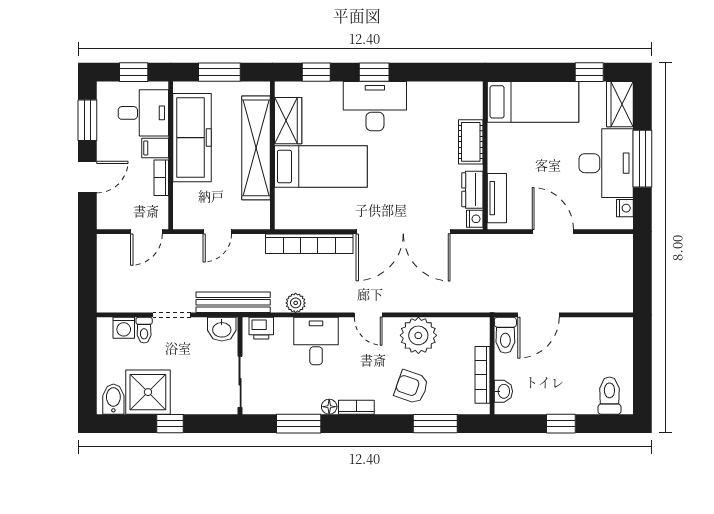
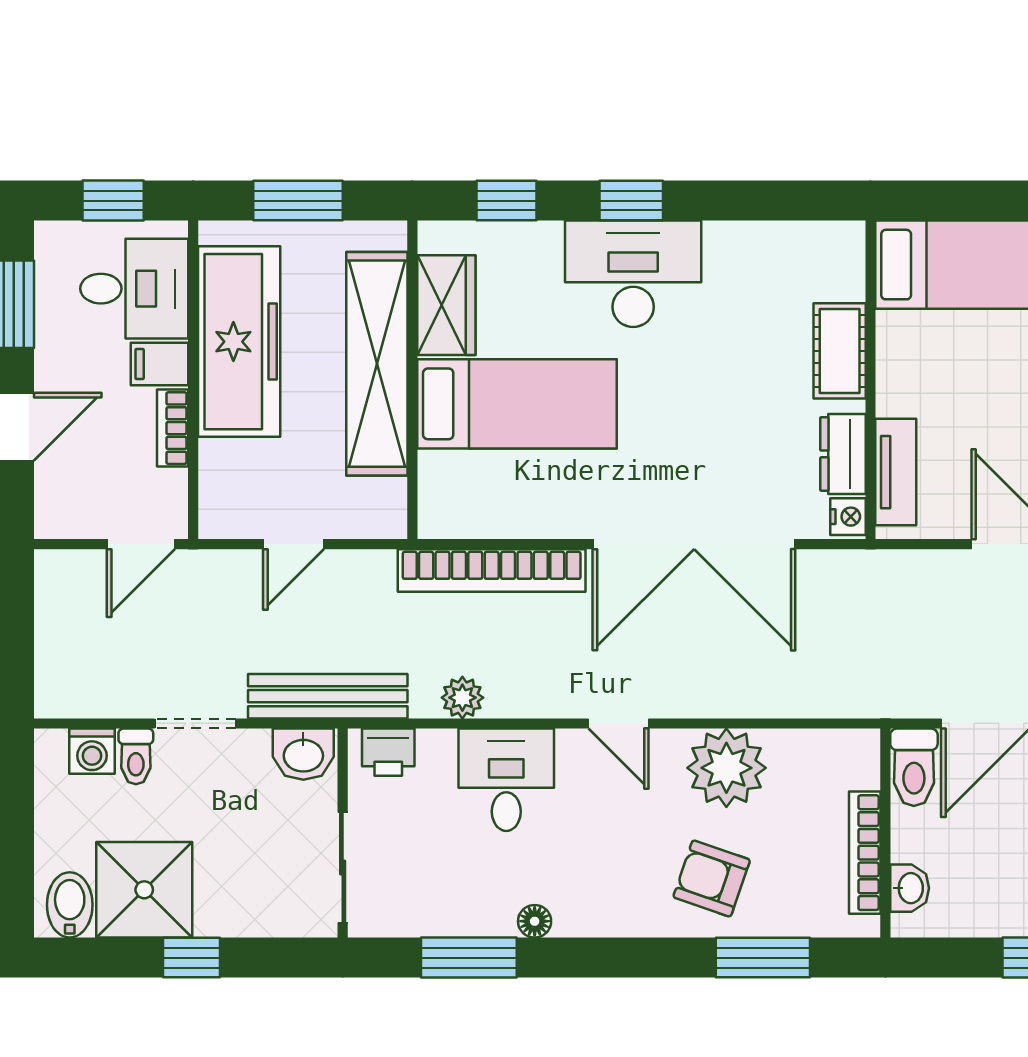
bookcase: (356, 407) -> (593, 922), removed

